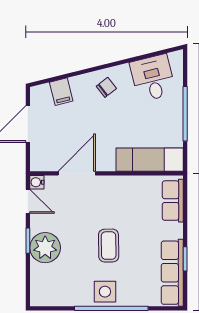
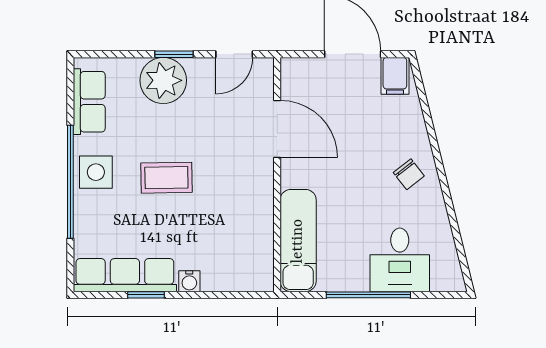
desk: (153, 78) -> (400, 260), moved, turned 104
filing cabinet: (61, 92) -> (395, 76), moved, turned -76
water cooler: (37, 182) -> (189, 281), moved, turned 180
row of seats: (173, 201) -> (89, 102), moved, turned 90

